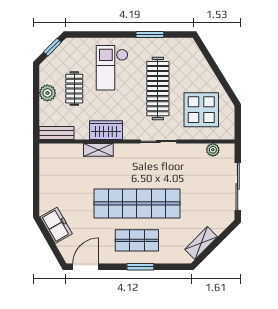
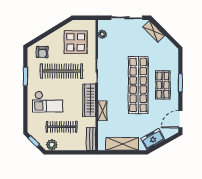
armchair: (187, 60) -> (42, 52), added
clothes rail: (74, 89) -> (61, 127), width x1.36
plant: (47, 93) -> (52, 145), moved
wardrobe: (106, 130) -> (89, 100), width x1.50
shelving: (49, 180) -> (122, 144), added
shelving: (201, 243) -> (154, 31), moved
door: (86, 267) -> (180, 119), hinge flipped

